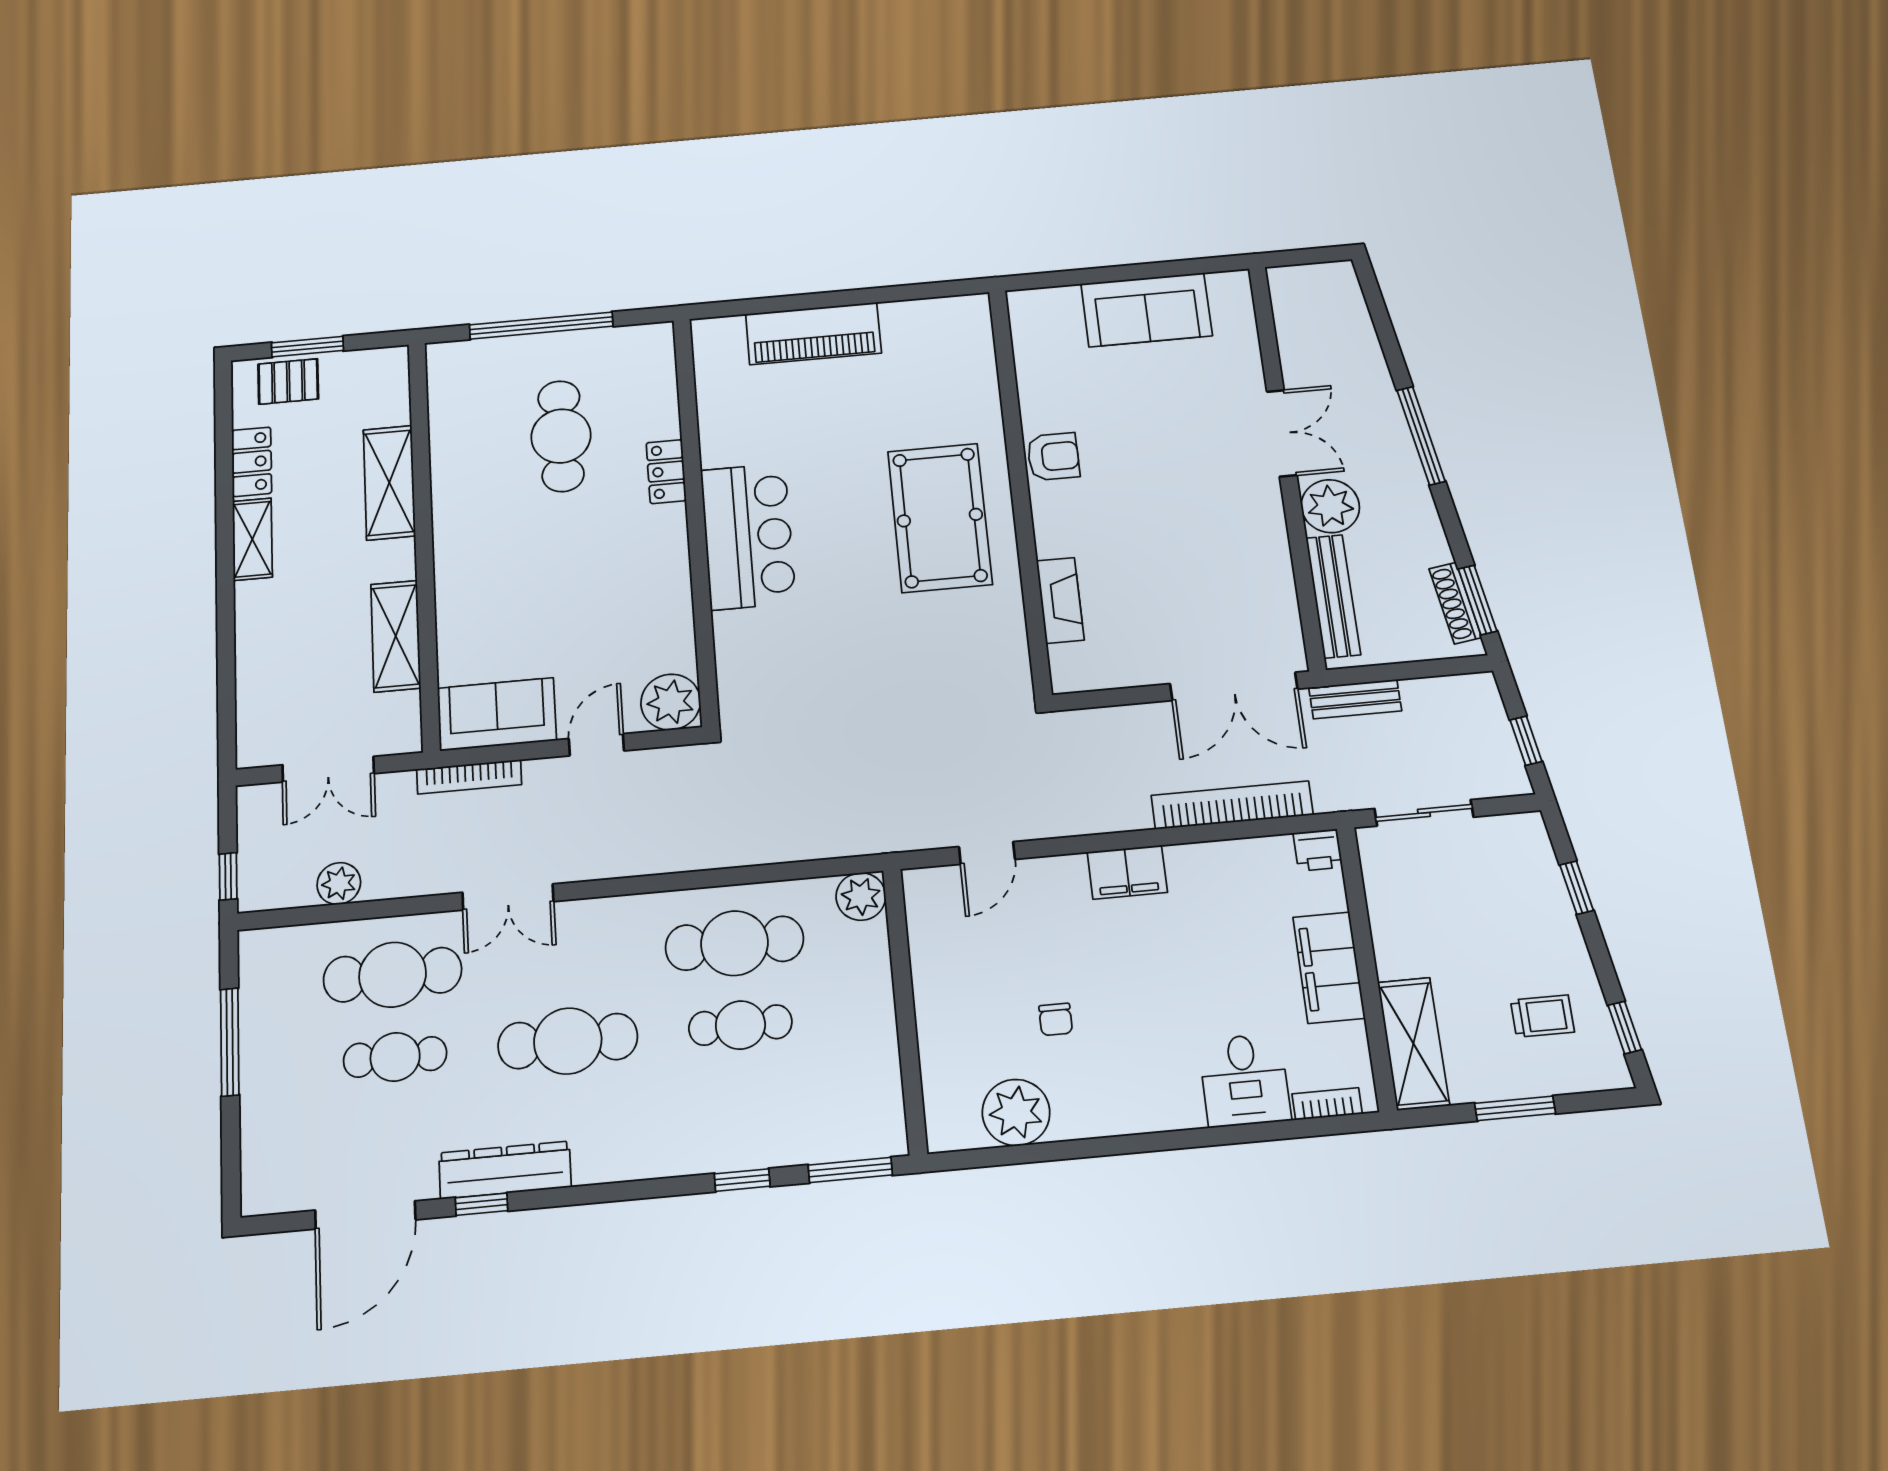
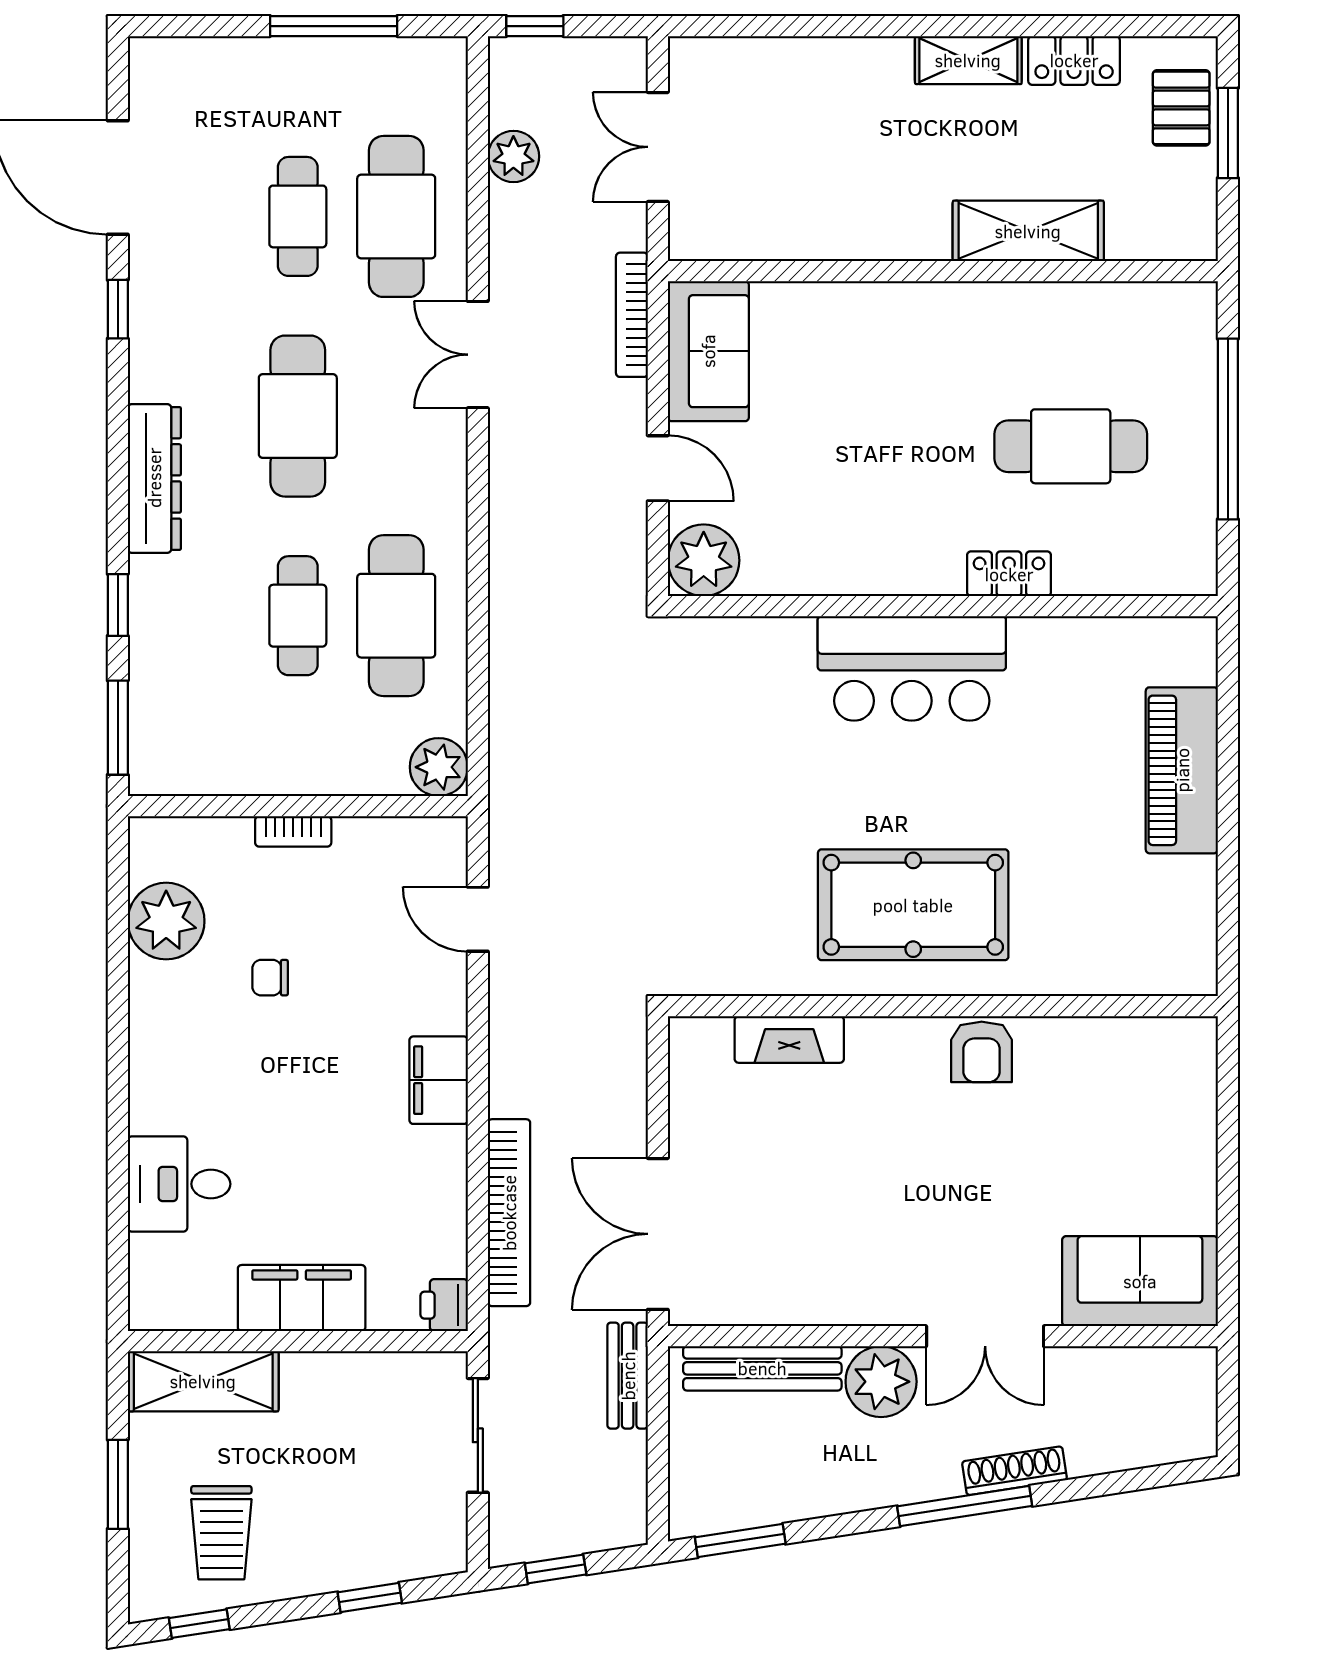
sofa: (1146, 310) -> (1140, 1281), moved, turned 90
shoe rack: (1455, 603) -> (1015, 1471), moved
shelving: (396, 636) -> (822, 233), removed
trolley: (1542, 1016) -> (221, 1533), width x1.36, depth x1.39
bookcase: (1327, 1104) -> (293, 831), moved, turned 90
dresser: (505, 1170) -> (154, 478), moved

